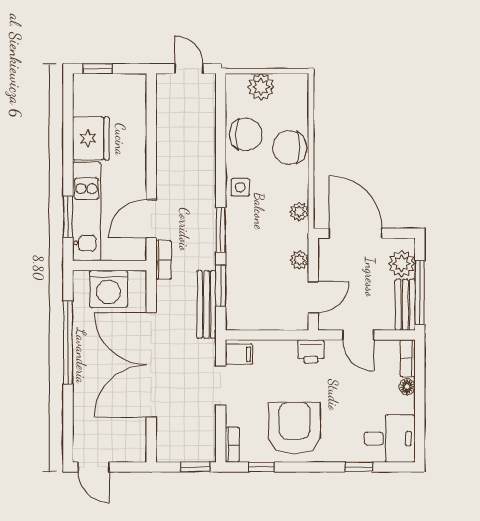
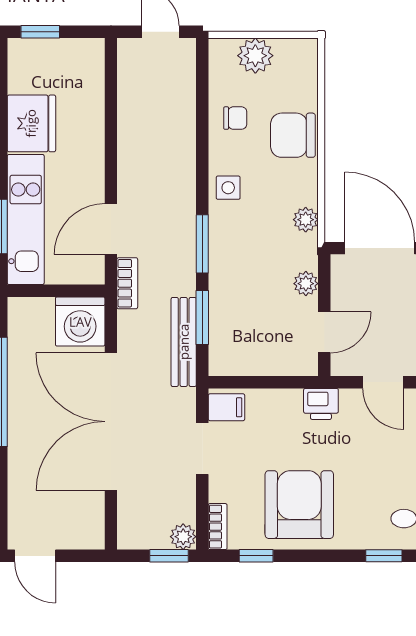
chair: (246, 134) -> (235, 118), width x0.54, depth x0.54
washing machine: (109, 289) -> (80, 322), moved
plant: (206, 452) -> (183, 537), added

